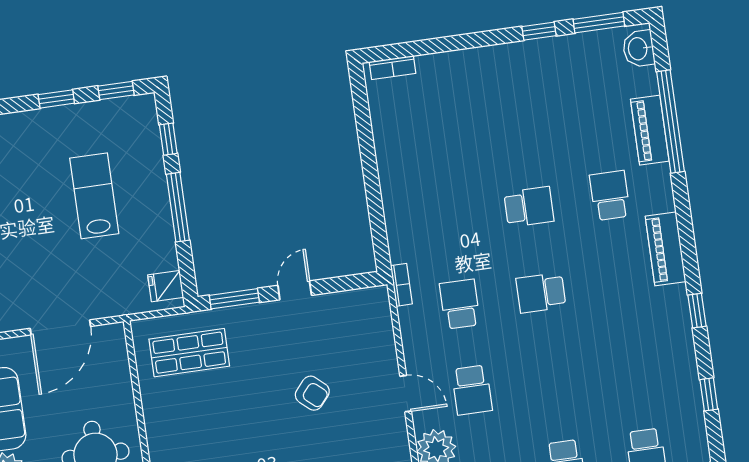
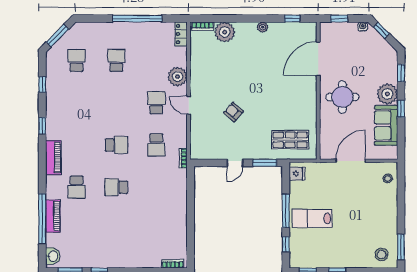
lab bench: (94, 196) -> (312, 218), moved, turned 90

